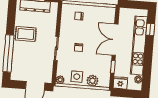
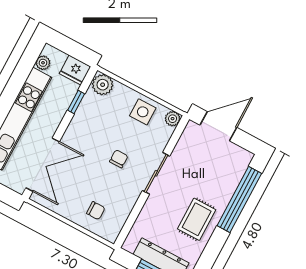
rug: (26, 34) -> (197, 219), turned 90
double door: (115, 40) -> (43, 165), moved
plant: (92, 81) -> (103, 85), moved

